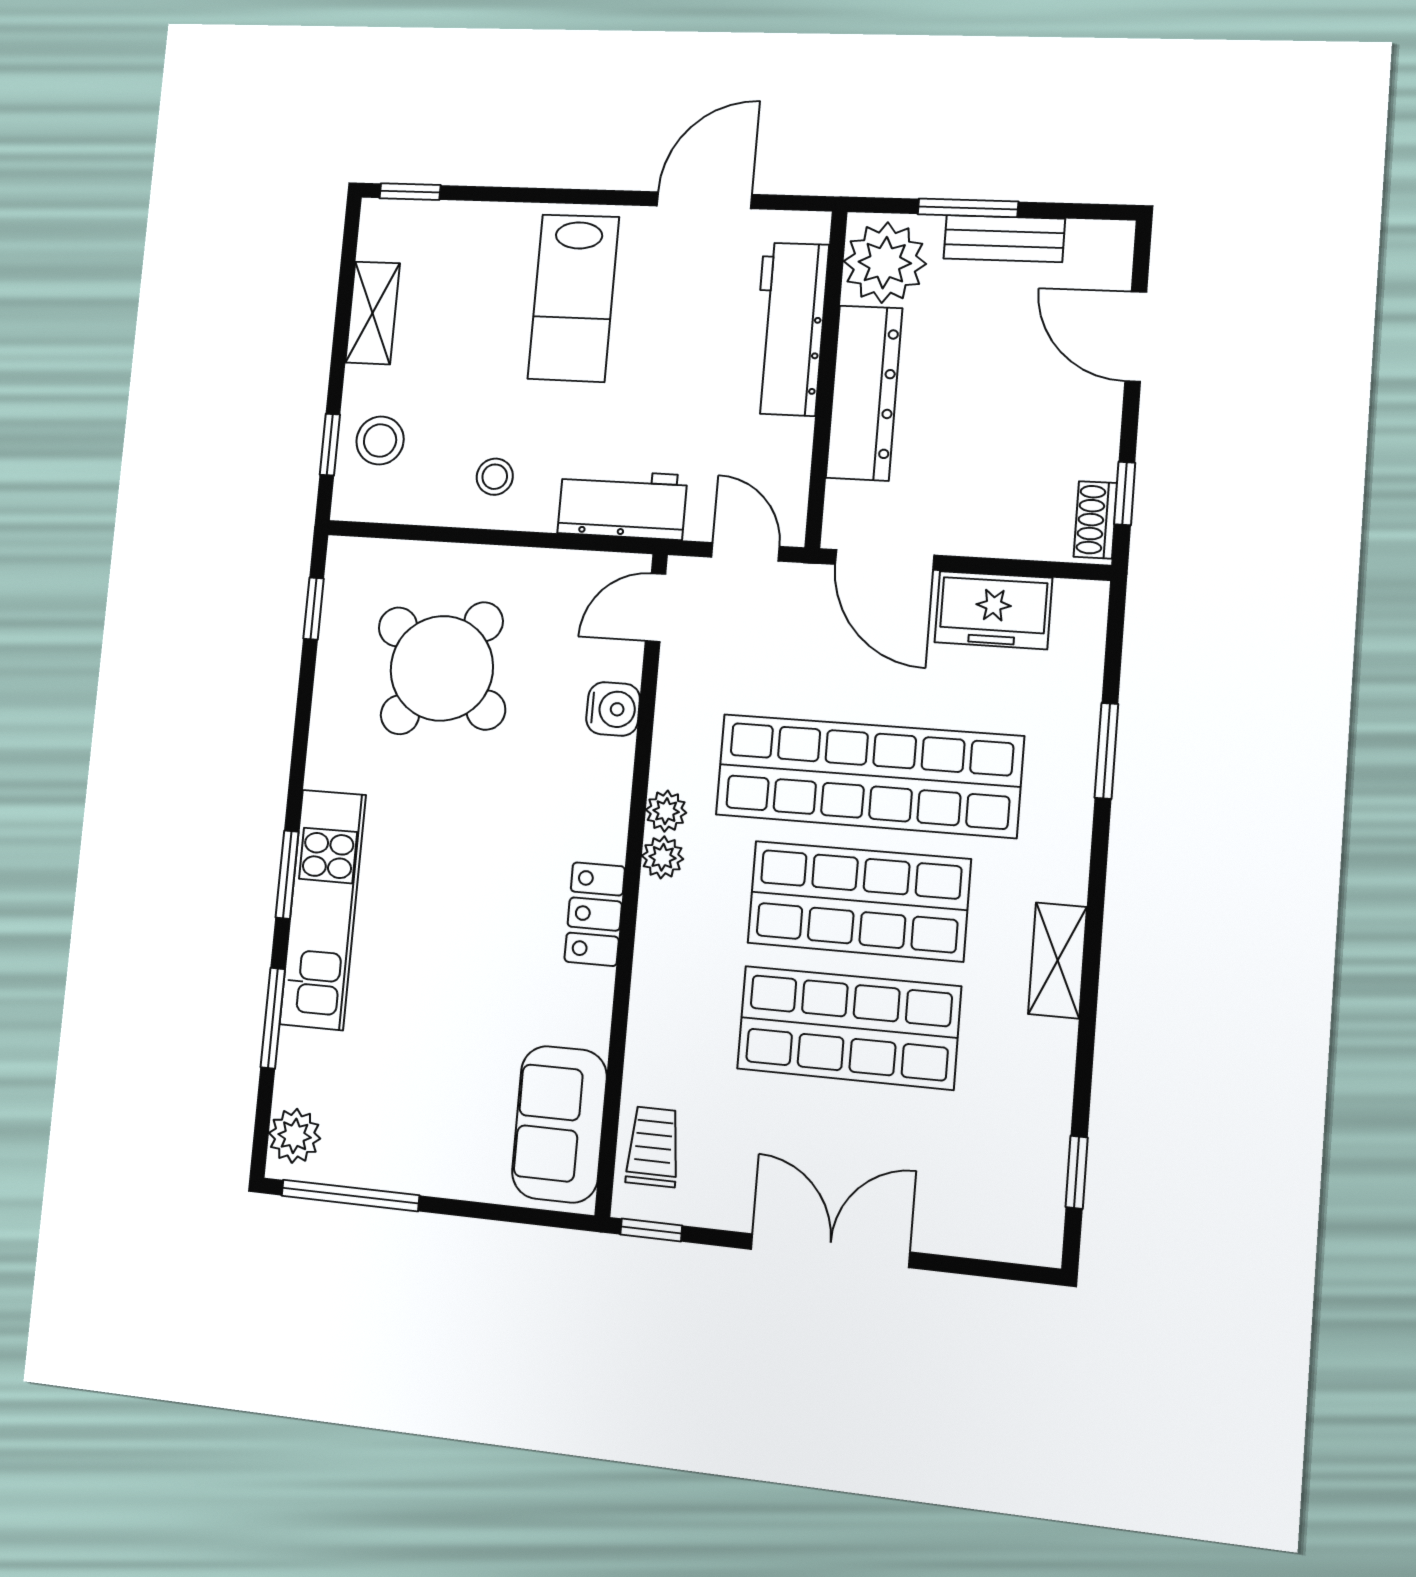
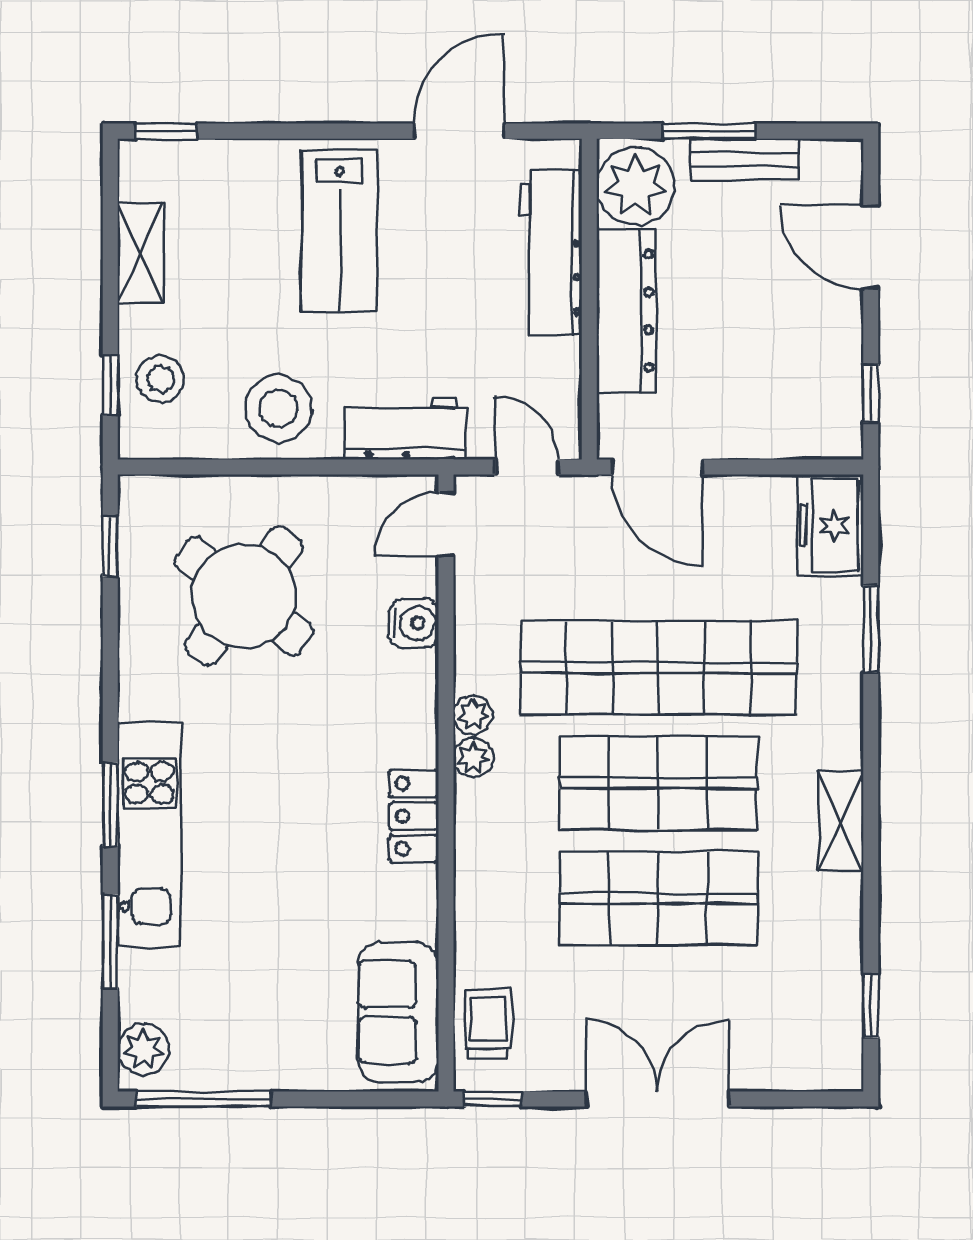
stool: (495, 477) -> (278, 408), width x1.89, depth x1.89
shoe rack: (1095, 520) -> (846, 419), removed
freezer: (993, 610) -> (830, 525), moved, turned 90

